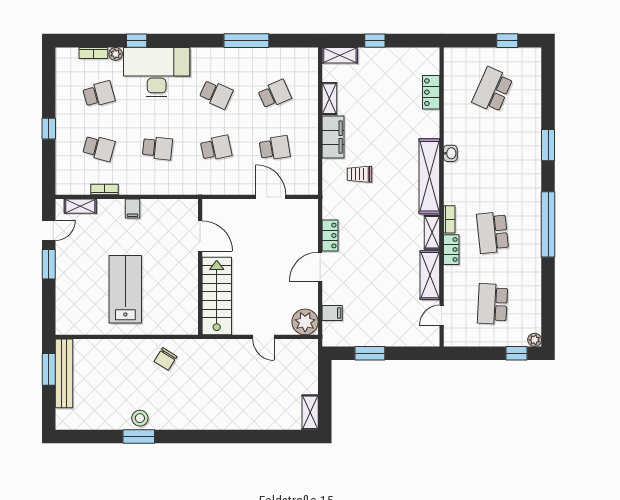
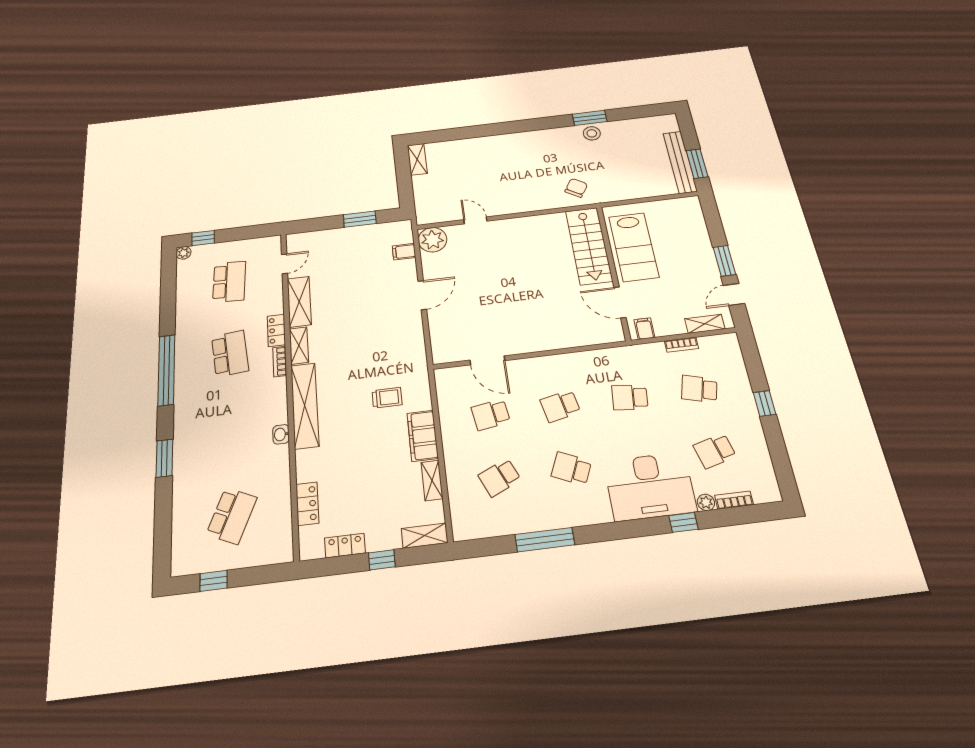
door: (200, 236) -> (620, 302), moved
locker: (330, 236) -> (345, 546), moved, turned 90
wall: (200, 267) -> (613, 272), moved
stairs: (217, 296) -> (589, 246), moved

